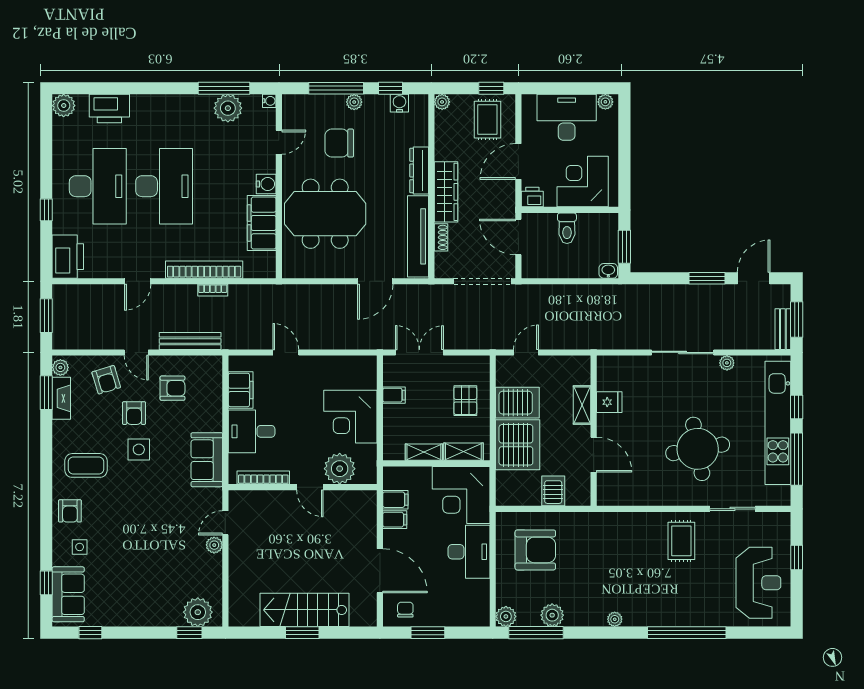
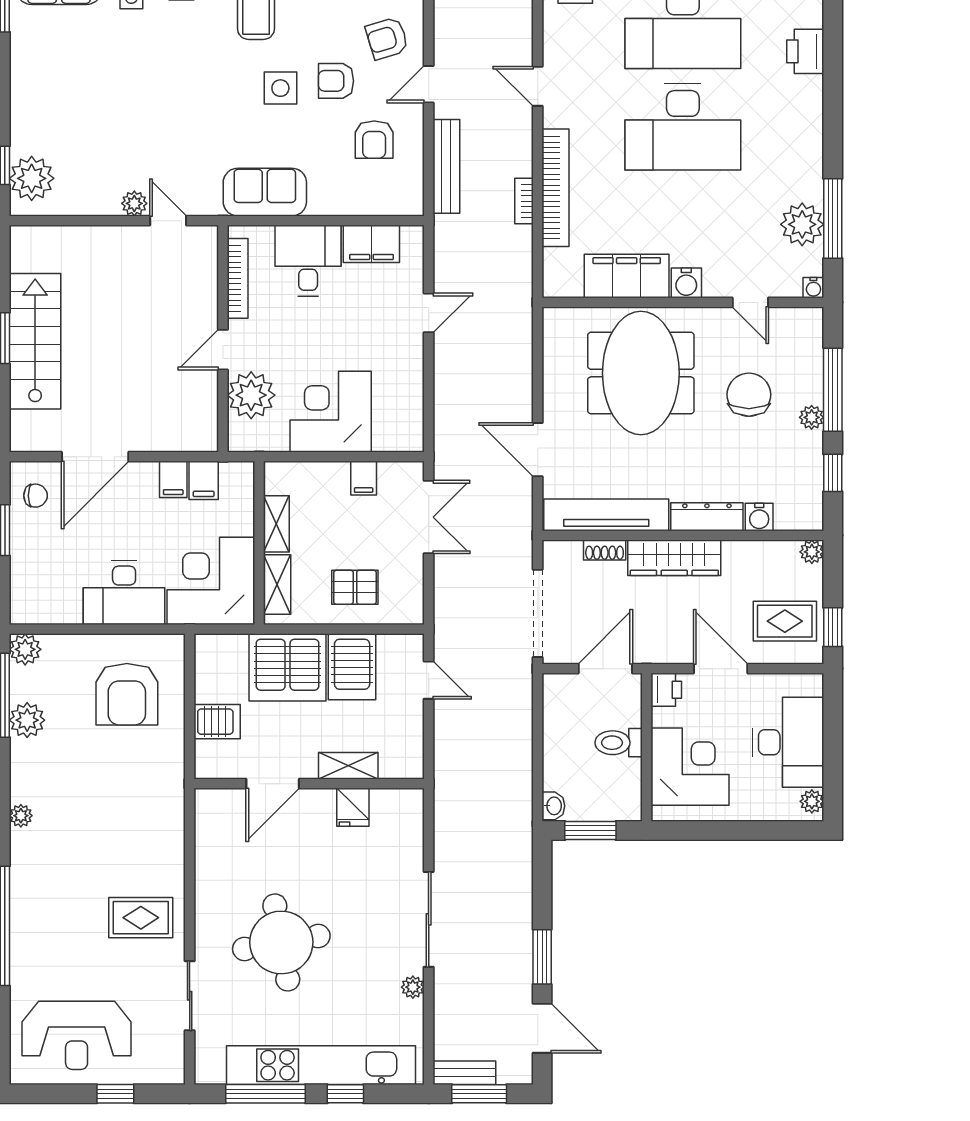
water cooler: (399, 103) -> (759, 517), moved, turned 90
printer: (109, 108) -> (805, 51), width x0.73, depth x0.84

